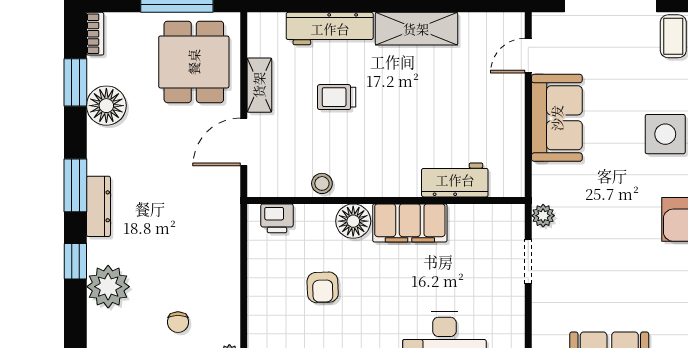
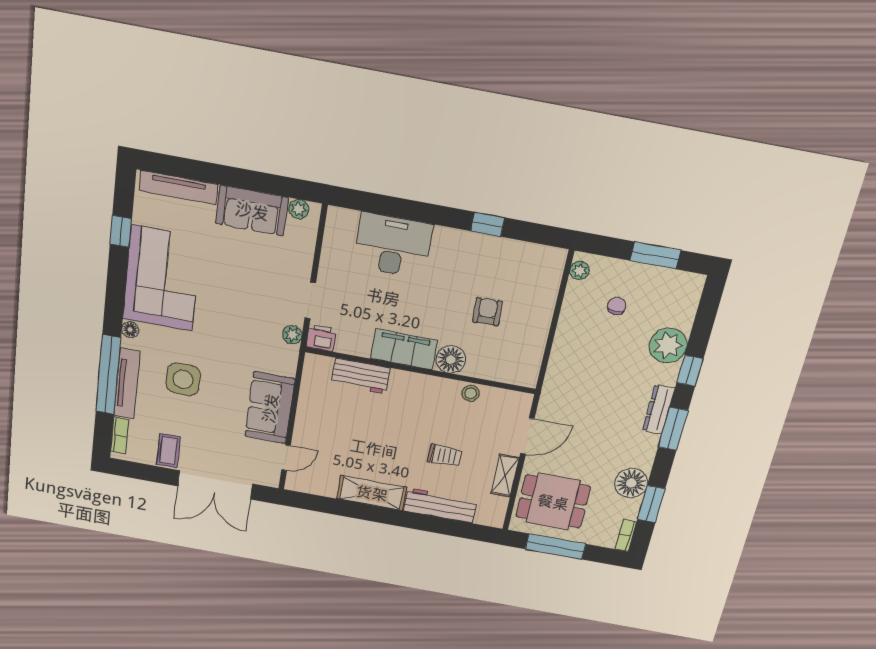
dining table: (194, 62) -> (553, 502), turned 90
printer: (277, 218) -> (321, 338), moved

